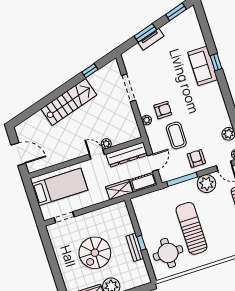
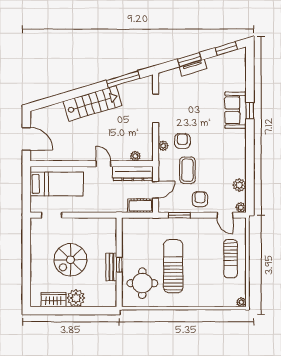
window: (90, 71) -> (123, 79), width x2.17
armchair: (163, 110) -> (182, 141), turned -90
plant: (106, 144) -> (135, 156), moved
window: (182, 179) -> (179, 215), width x0.69
plant: (207, 184) -> (202, 227), removed
wardrobe: (119, 190) -> (114, 206), removed

